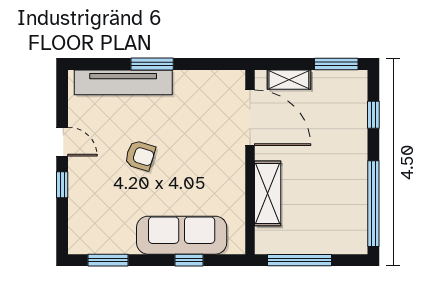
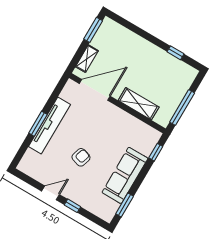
tv unit: (123, 82) -> (49, 125), moved
window: (373, 115) -> (130, 26), removed
window: (373, 204) -> (175, 53), width x0.32
sofa: (182, 235) -> (125, 175), moved
window: (189, 260) -> (156, 152), moved

